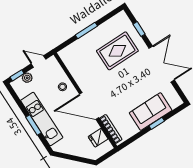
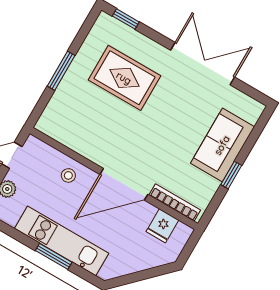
window: (139, 29) -> (126, 19), moved
rug: (117, 51) -> (124, 78), turned 90
window: (157, 123) -> (231, 175), moved

